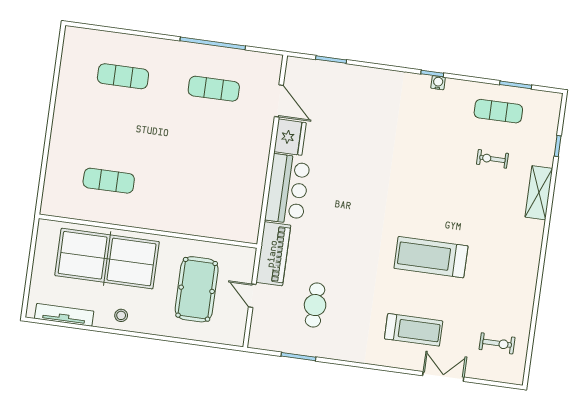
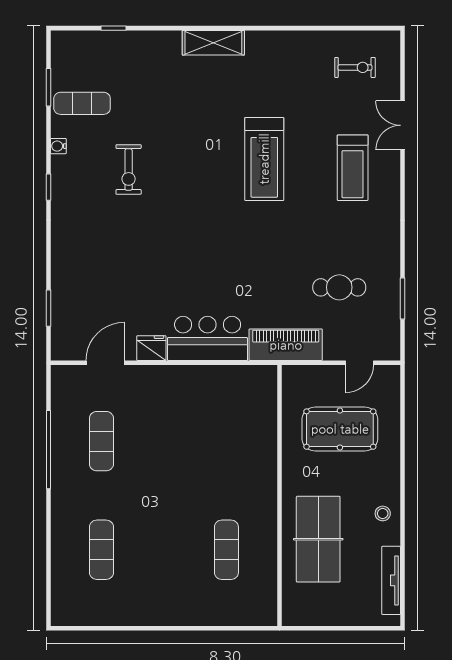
water cooler: (438, 83) -> (58, 146), moved
exercise mat: (498, 111) -> (82, 103), turned 90
fridge: (290, 137) -> (151, 348), width x0.73, depth x0.75
exercise bike: (492, 159) -> (129, 170), moved, width x1.38, depth x1.39
shelving: (539, 193) -> (213, 43), moved
table tennis table: (107, 259) -> (318, 539), width x0.73, depth x0.76
door: (252, 296) -> (359, 363), moved
treadmill: (414, 330) -> (353, 168), turned 180
exercise bike: (497, 343) -> (355, 67), turned 90

